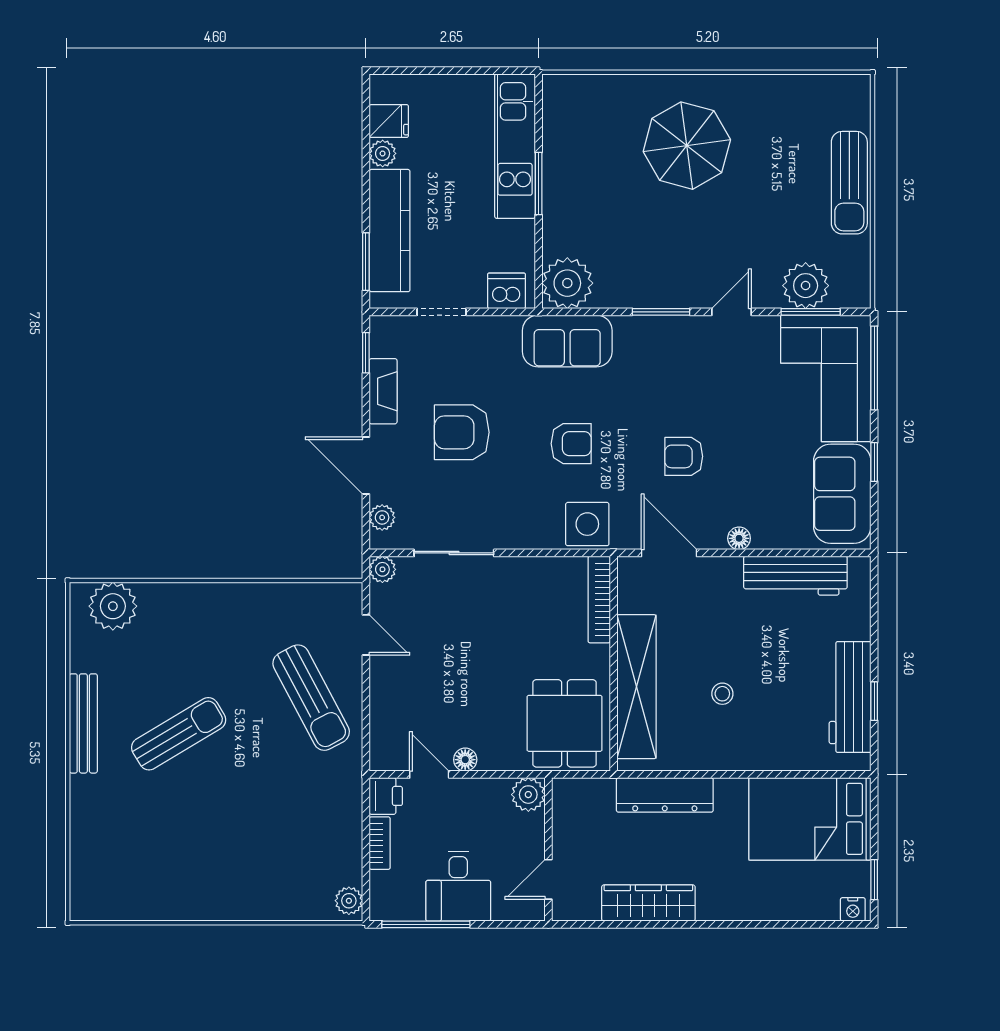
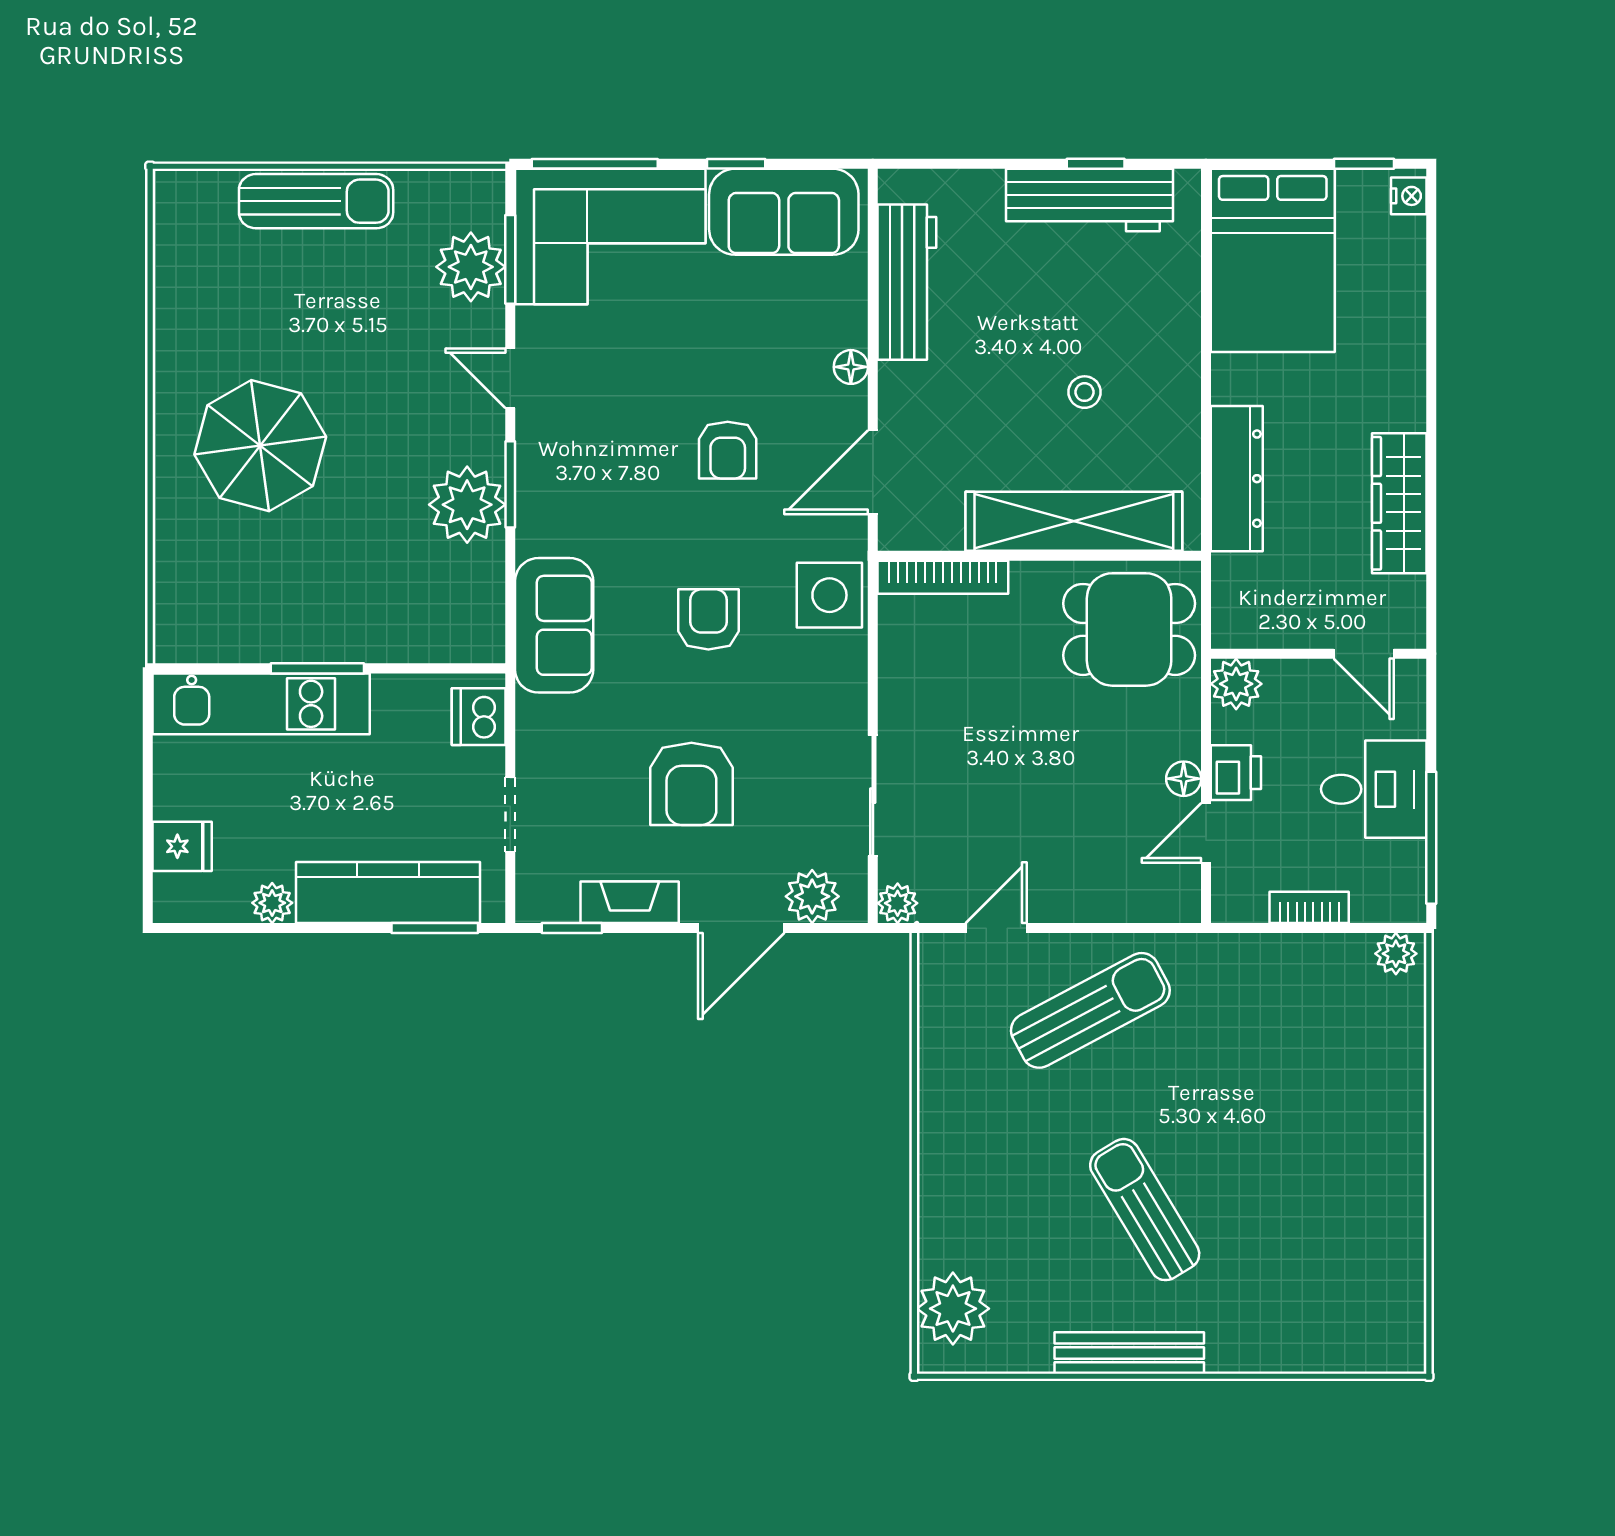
fridge: (389, 121) -> (182, 846), moved, turned 90
plant: (567, 283) -> (467, 505), moved
plant: (382, 517) -> (812, 896), width x1.38, depth x1.38
printer: (386, 796) -> (1236, 773), moved, turned 90

